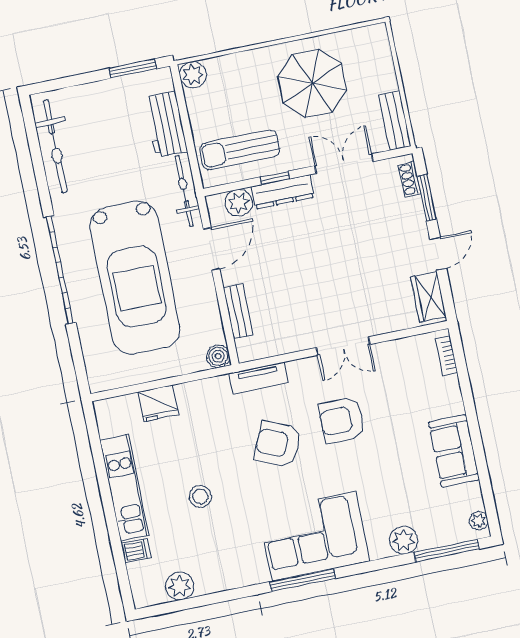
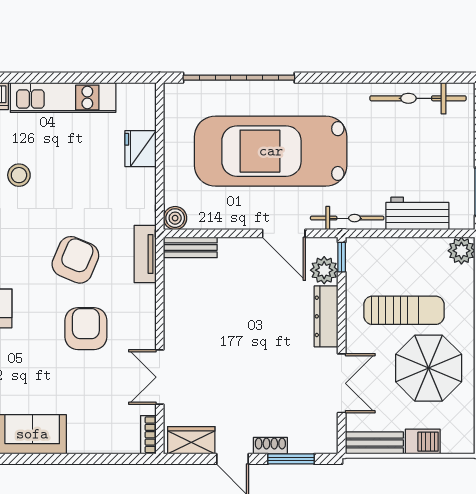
barbecue: (384, 74) -> (423, 442), added
sun lounger: (240, 150) -> (404, 310), moved, turned 90
window: (275, 178) -> (342, 257), moved
shoe rack: (410, 179) -> (270, 446), moved
garage door: (60, 270) -> (239, 78), moved
bench: (238, 311) -> (190, 247), moved
double door: (343, 346) -> (160, 377), moved
bookcase: (446, 356) -> (148, 435), moved, turned -90
stool: (200, 496) -> (19, 175), moved

